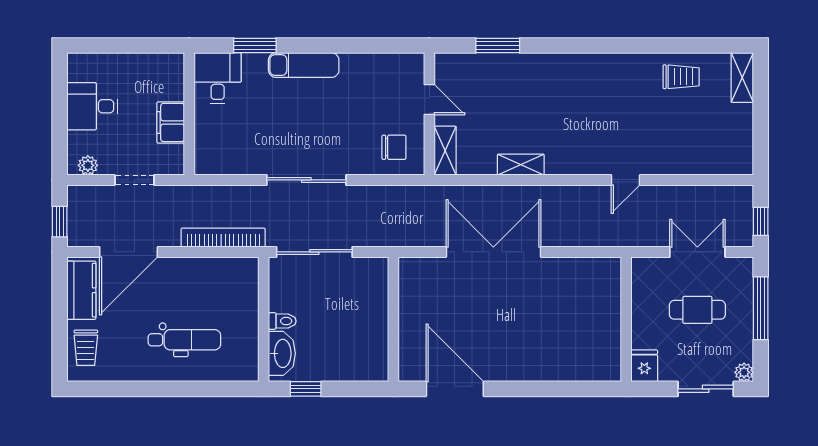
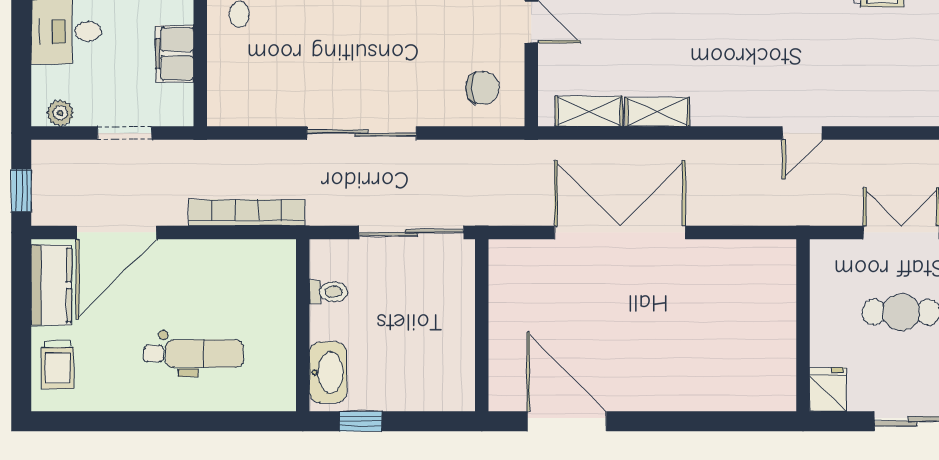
shelving: (445, 151) -> (589, 111), moved, turned 90
sliding door: (314, 252) -> (411, 232), moved
toilet: (282, 321) -> (328, 292), moved

